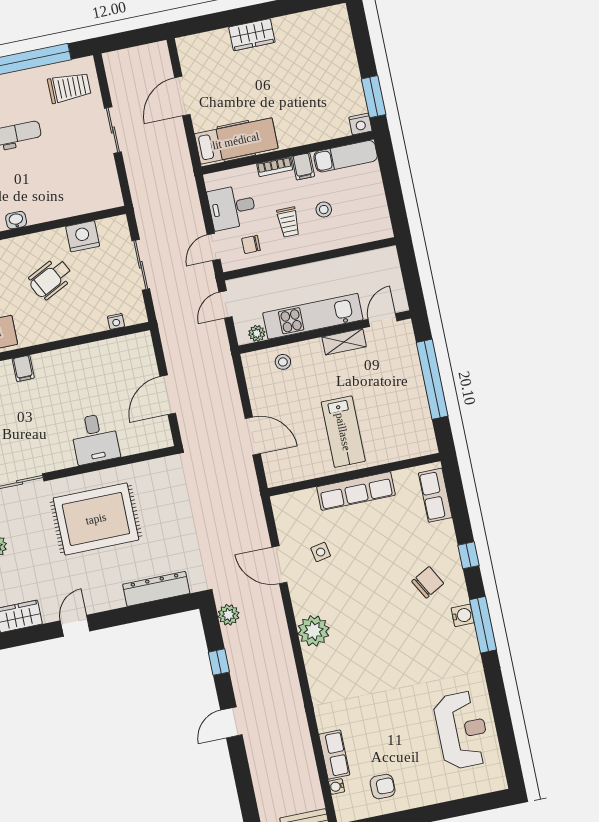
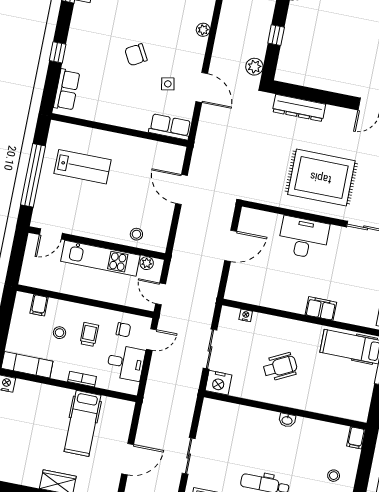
hospital bed: (236, 141) -> (82, 423), moved, turned -90
filing cabinet: (303, 166) -> (39, 305), moved, turned 180
nightstand: (83, 236) -> (219, 383), moved
door: (225, 305) -> (161, 294), swing flipped
shelving: (344, 342) -> (86, 230), removed
filing cabinet: (23, 368) -> (321, 308), width x2.00
lab bench: (343, 432) -> (82, 167), moved, turned 90
desk: (95, 439) -> (304, 238), width x1.37
row of seats: (356, 491) -> (170, 127), moved, width x0.68
window: (469, 555) -> (58, 52), moved
chair: (428, 582) -> (136, 55), moved
plant: (314, 631) -> (203, 30), width x0.53, depth x0.53

